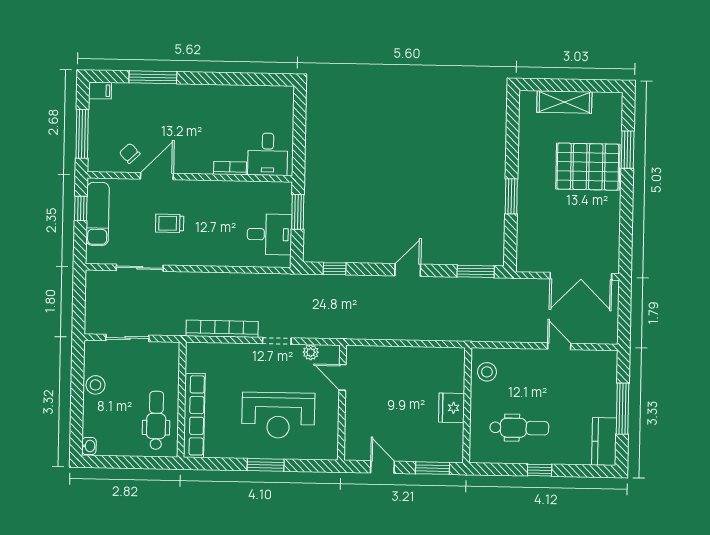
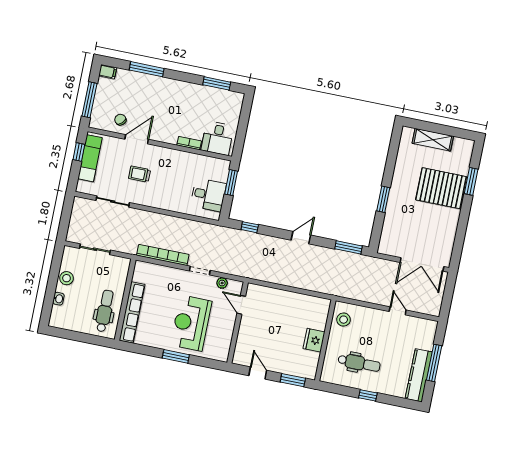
window: (253, 79) -> (217, 83), added
reception desk: (278, 415) -> (191, 323), turned 90
kitchen counter: (604, 442) -> (419, 375), width x1.50
washbasin: (89, 446) -> (58, 299), moved

